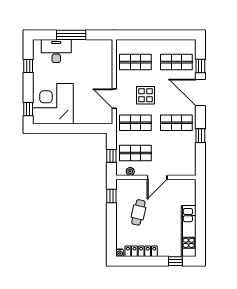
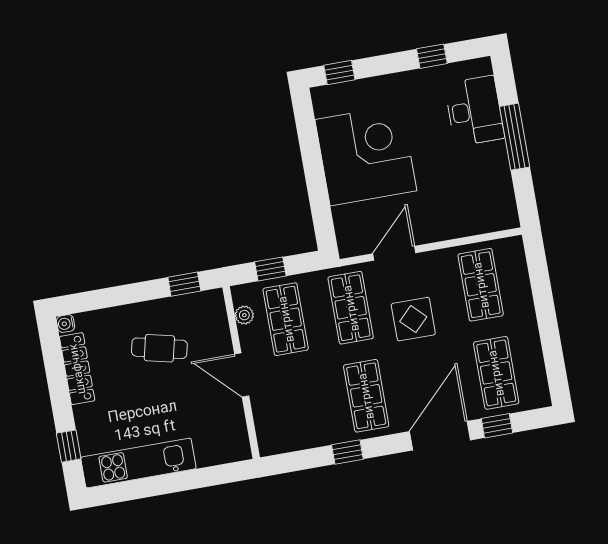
corner desk: (53, 104) -> (366, 155), moved

